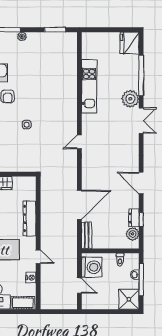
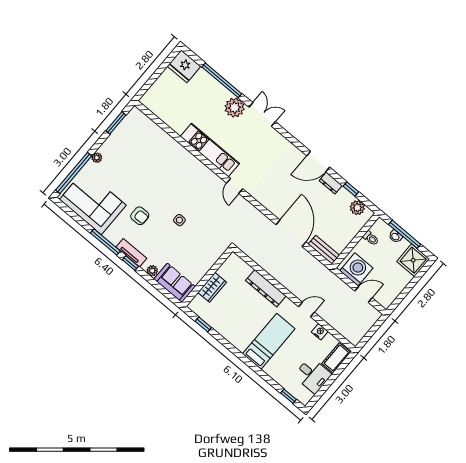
kitchen unit: (89, 86) -> (210, 150), moved
dresser: (134, 218) -> (331, 183), moved

